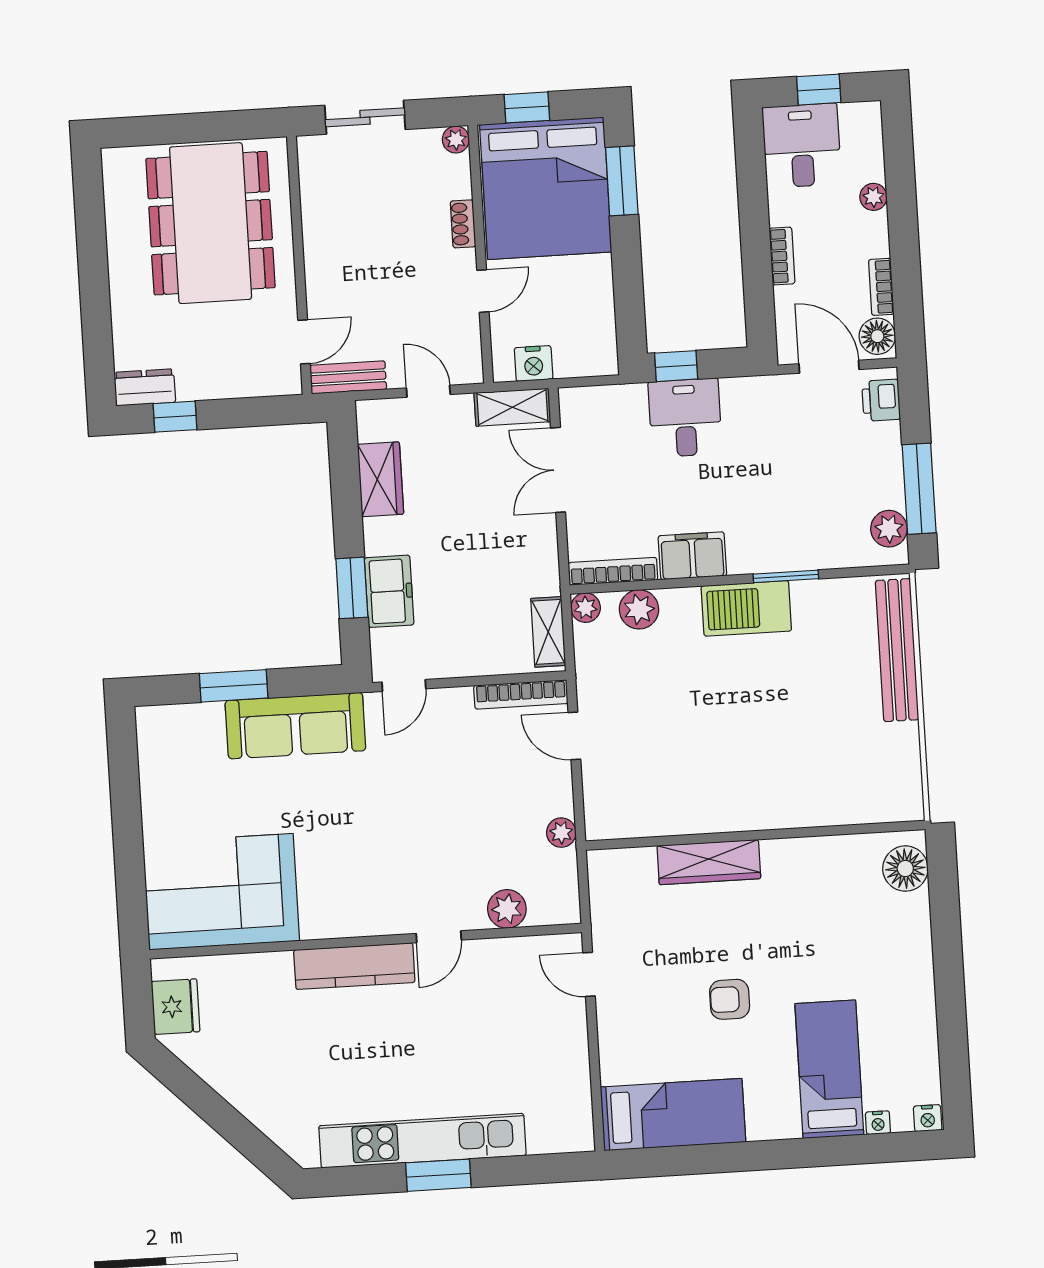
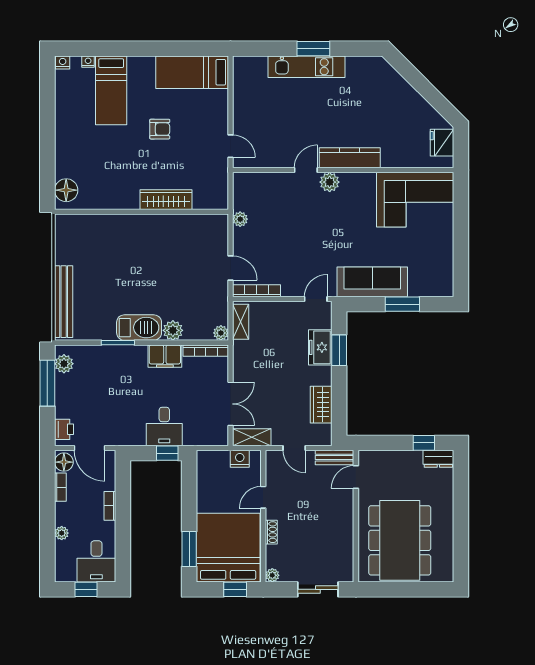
plant: (639, 609) -> (173, 330), moved
plant: (507, 909) -> (330, 182), moved
kitchen unit: (422, 1141) -> (307, 67), width x0.73

